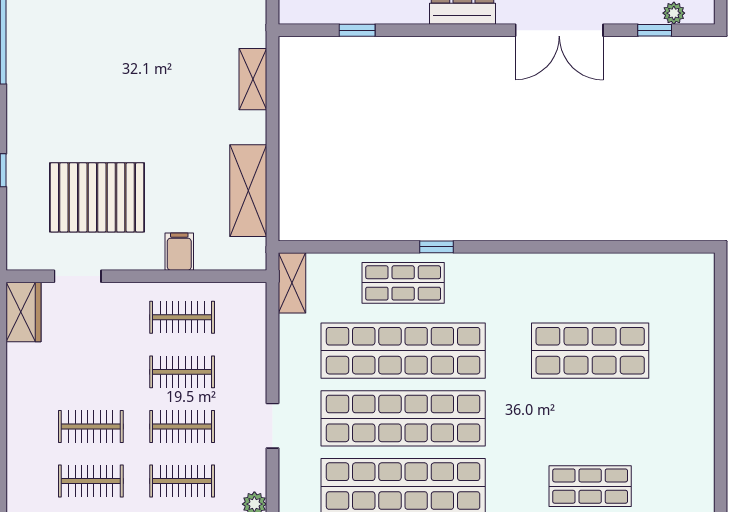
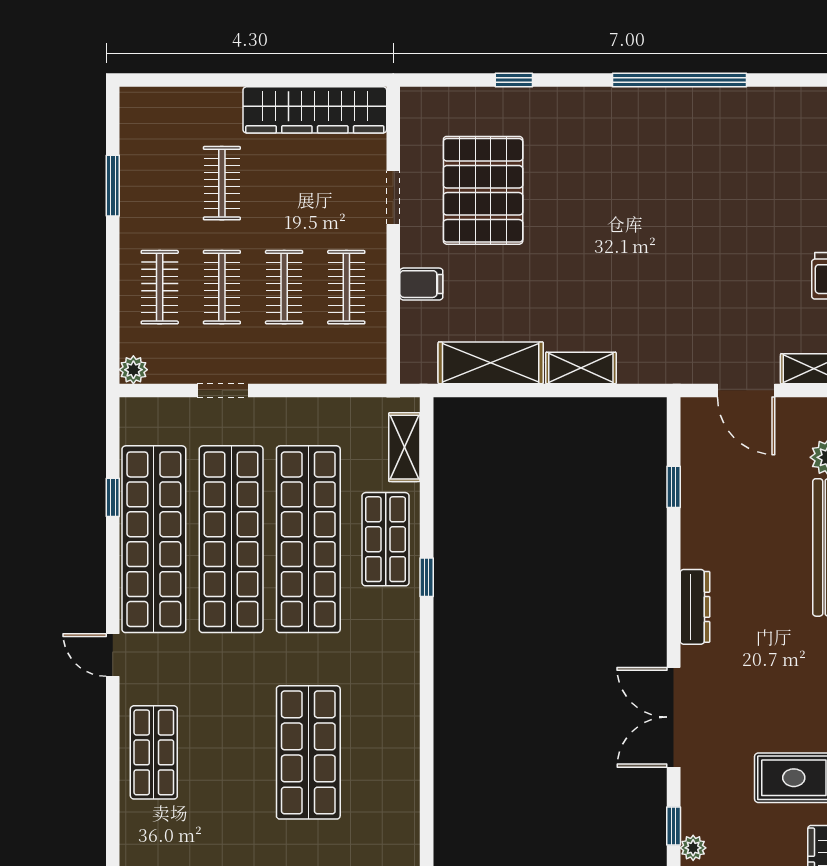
shelving: (253, 79) -> (581, 368), moved
doorway: (78, 276) -> (393, 198), moved
shelving: (292, 283) -> (404, 447), moved, turned 90
wardrobe: (23, 312) -> (315, 110), width x2.10, depth x1.17
clothes rail: (91, 481) -> (160, 183), removed

